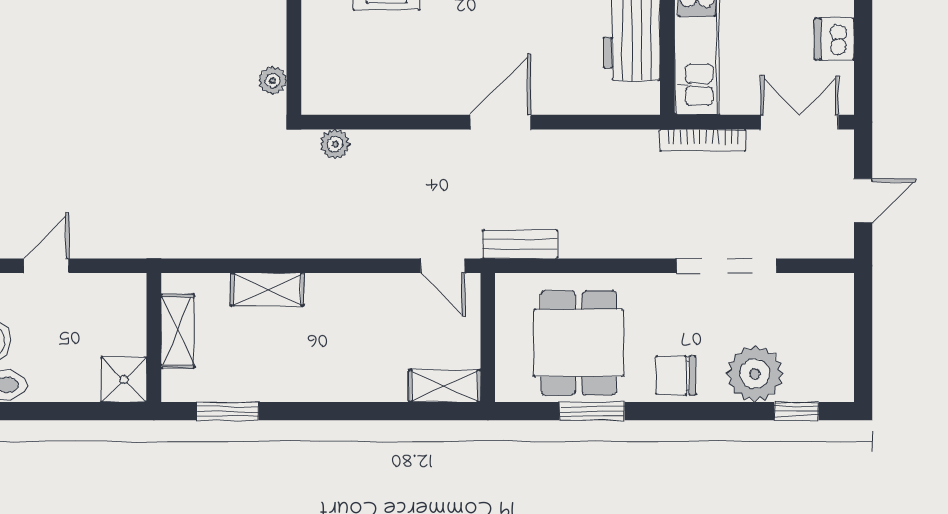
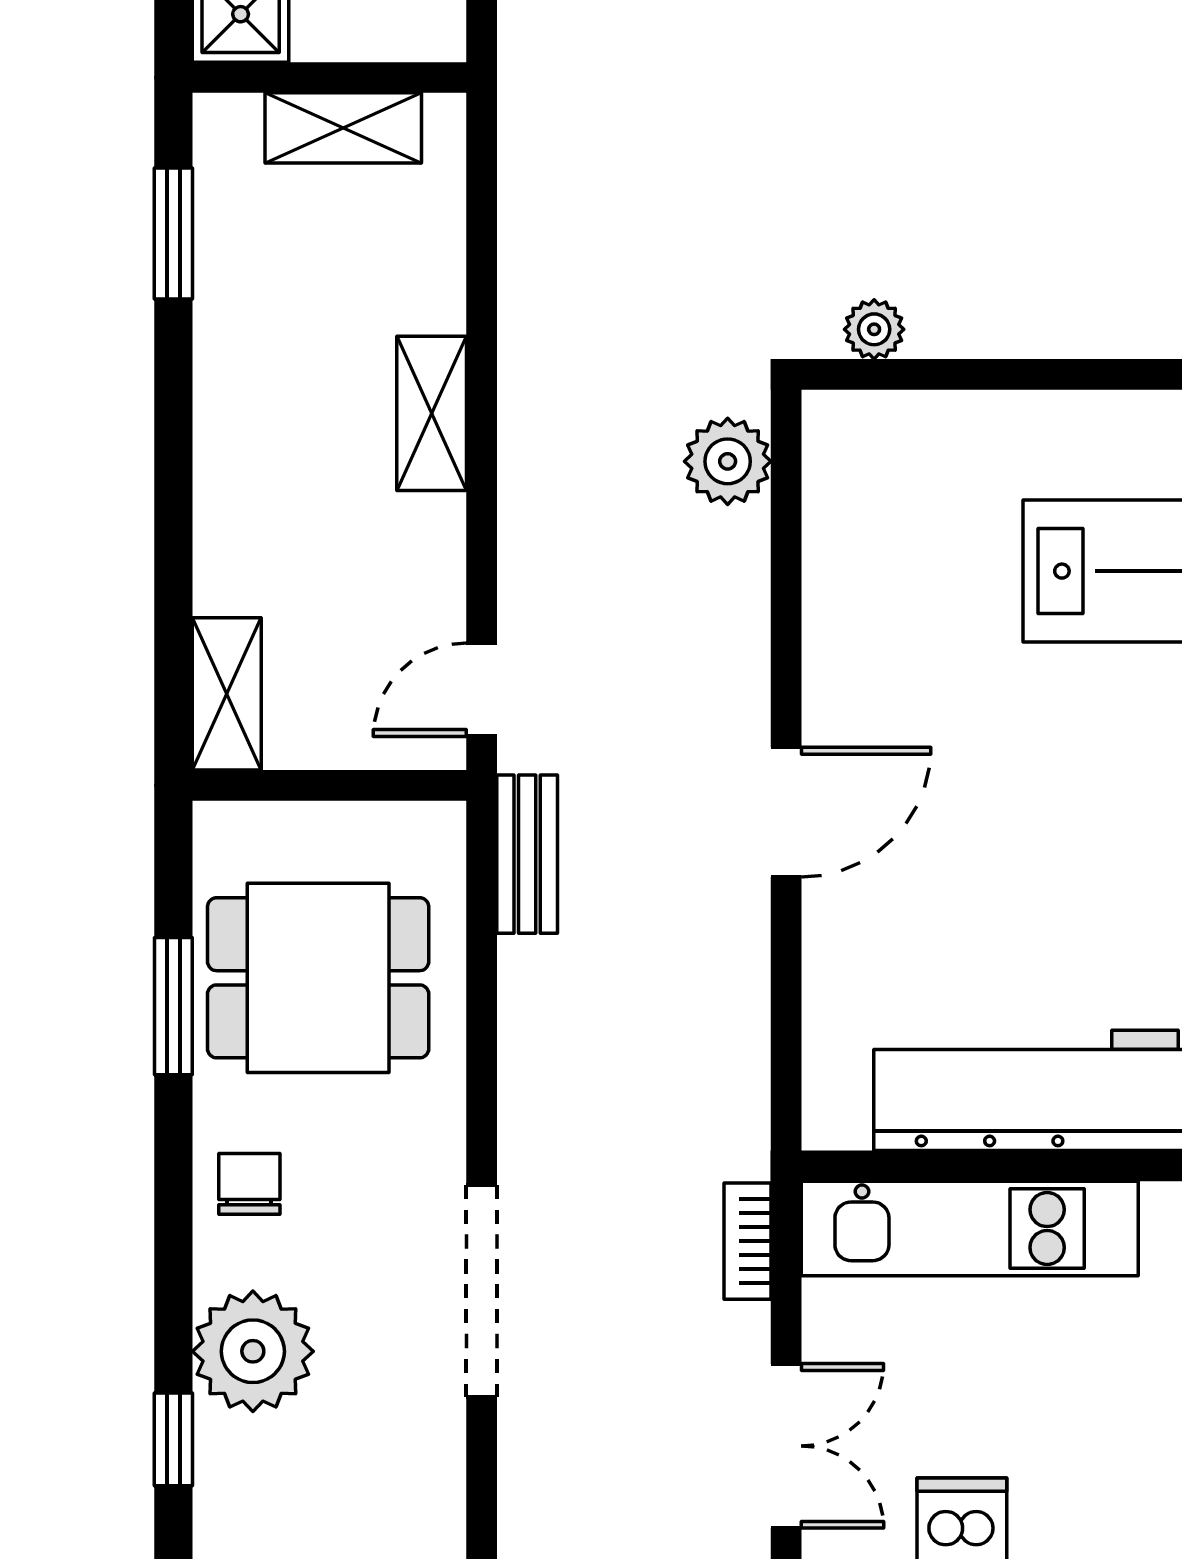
door: (500, 122) -> (786, 812), hinge flipped
bookcase: (703, 140) -> (748, 1241), width x0.64
plant: (335, 144) -> (728, 461), width x1.38, depth x1.38
shelving: (267, 289) -> (432, 413), moved
chair: (676, 375) -> (249, 1184), width x0.73, depth x0.73

